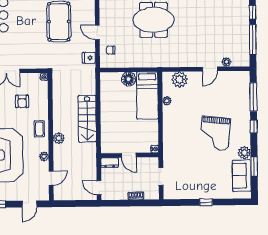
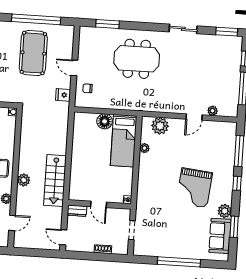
stairs: (87, 119) -> (55, 181), moved
window: (206, 202) -> (179, 262), width x3.17

